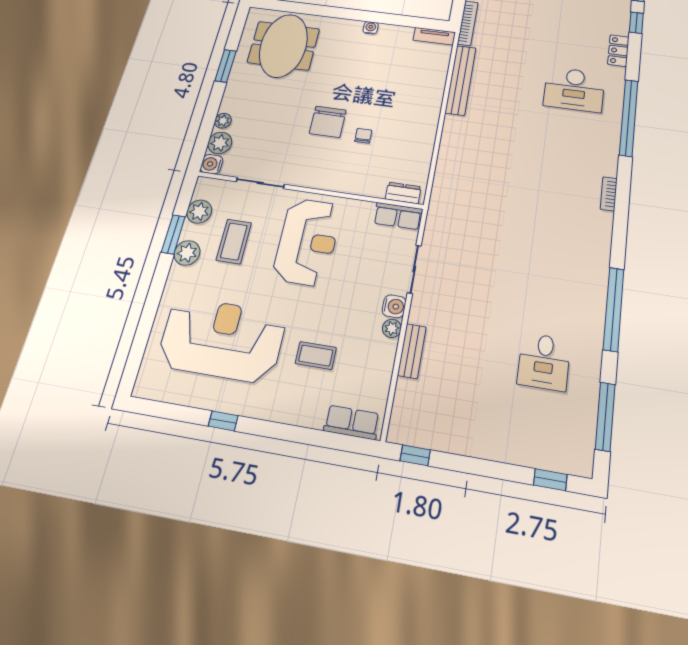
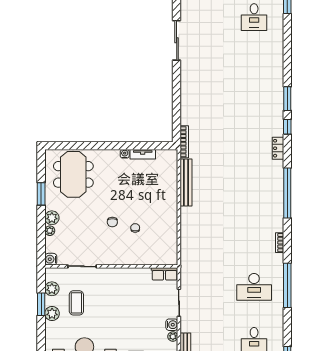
tv unit: (434, 36) -> (143, 154), moved
desk: (574, 89) -> (254, 287), moved
chair: (328, 122) -> (112, 222), width x0.54, depth x0.54
plant: (220, 143) -> (52, 218), moved
dresser: (403, 193) -> (165, 260), removed
reception desk: (307, 242) -> (117, 297), removed
window: (614, 309) -> (287, 285), moved

